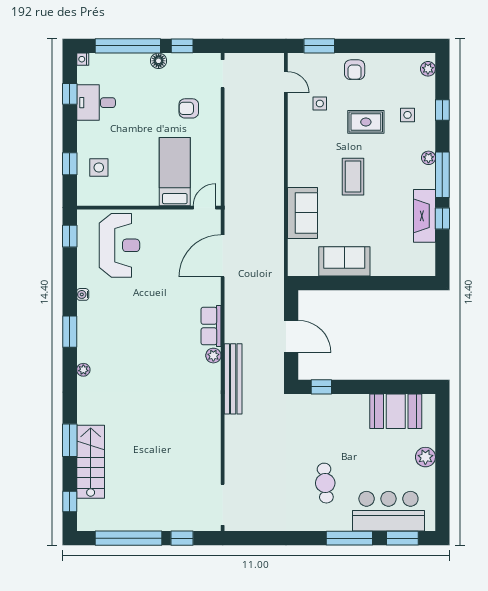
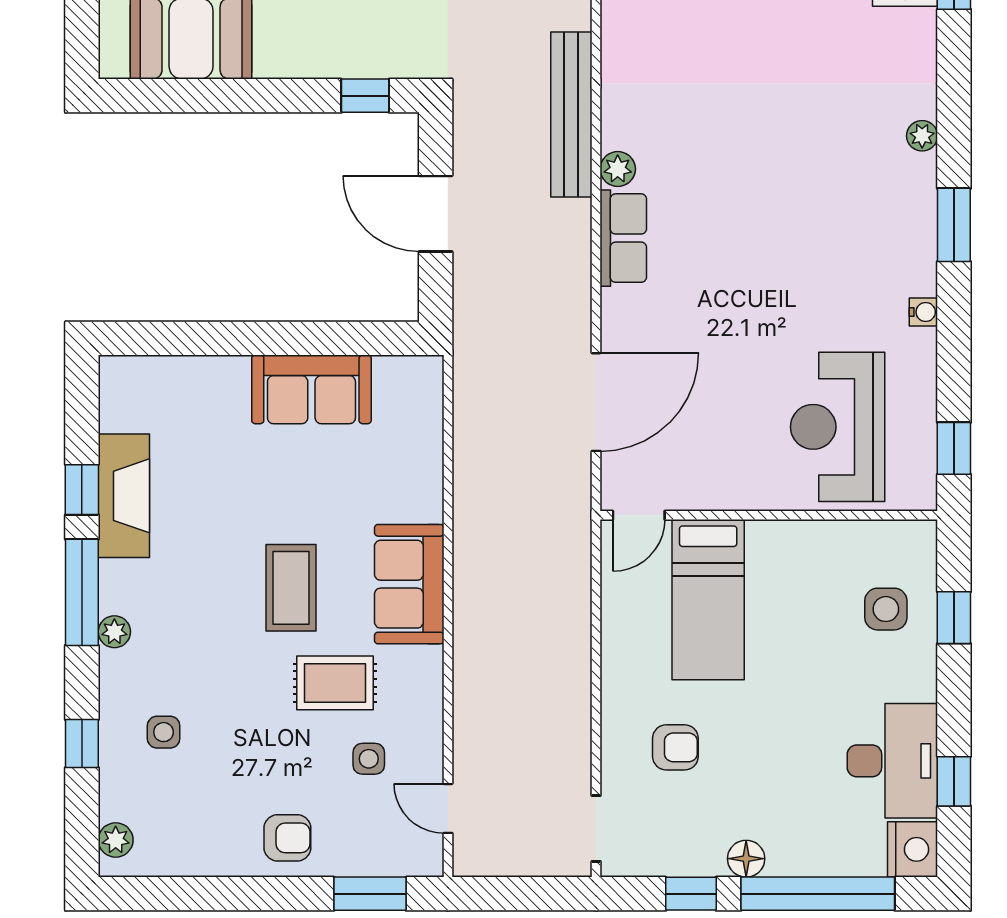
nightstand: (83, 59) -> (912, 849), width x1.89, depth x1.79
armchair: (355, 70) -> (287, 838), turned 90
desk: (96, 103) -> (892, 761), width x1.37
rug: (366, 122) -> (335, 683), moved
sofa: (302, 213) -> (409, 584), moved

